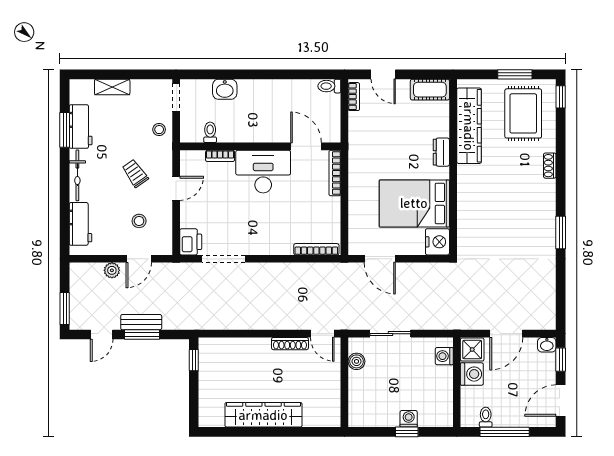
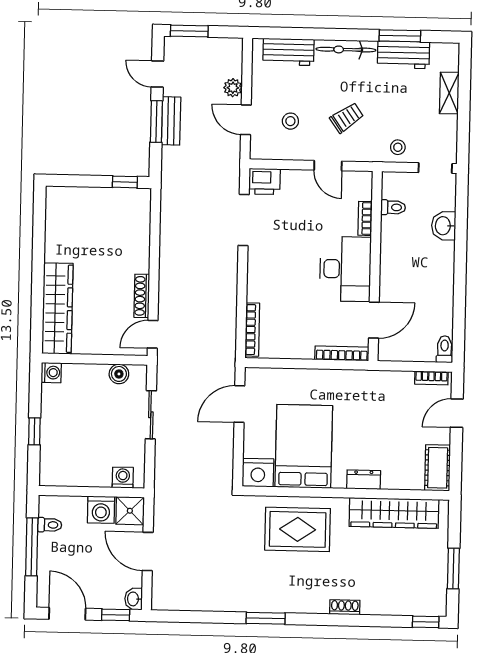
rug: (523, 113) -> (298, 529), moved
wardrobe: (263, 415) -> (57, 308), moved
washing machine: (409, 419) -> (51, 373), moved

